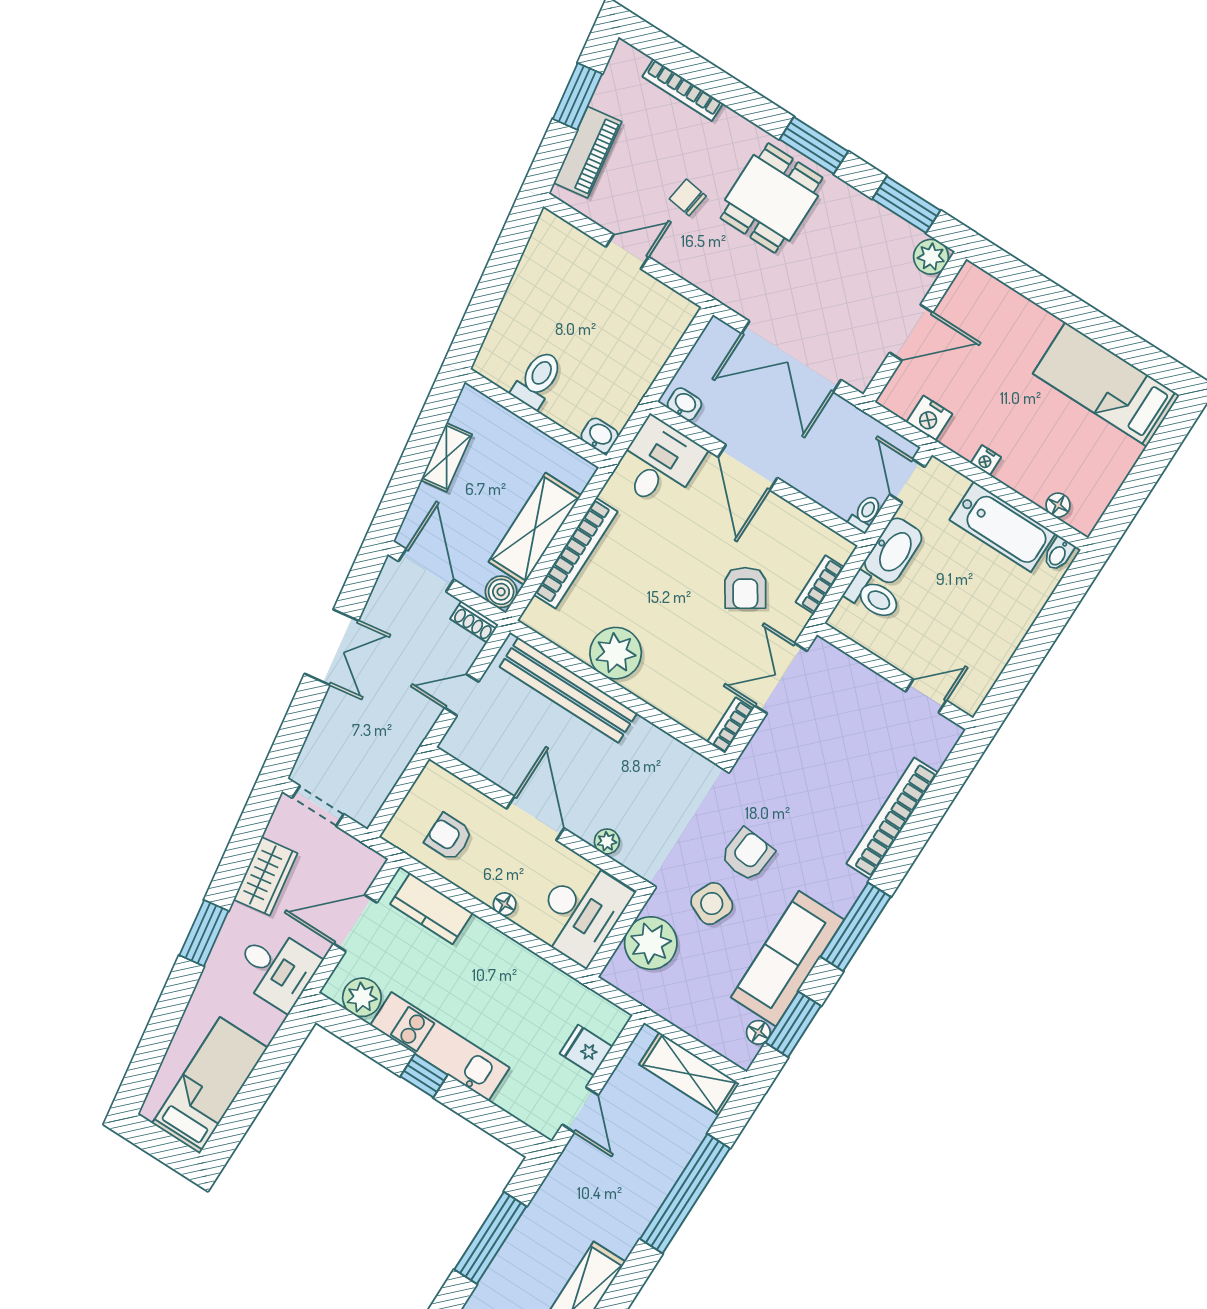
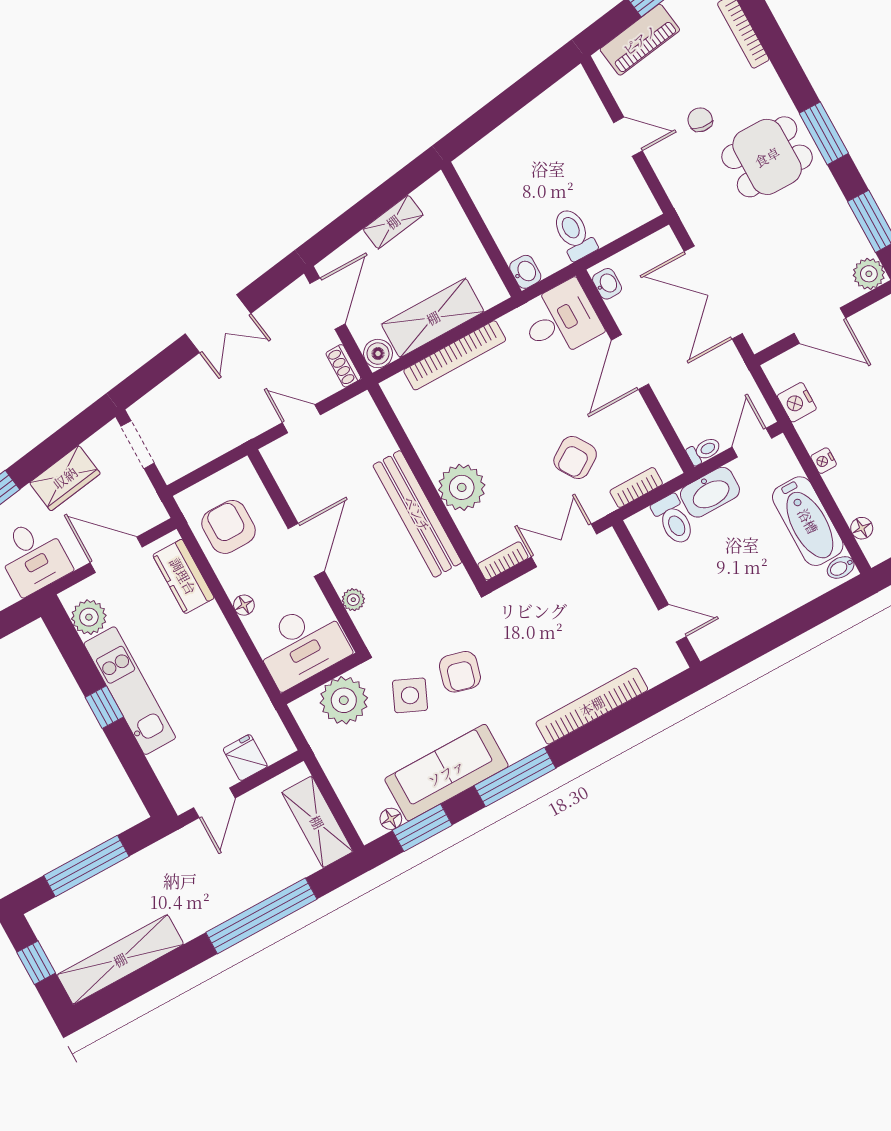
toilet: (538, 379) -> (574, 234), moved, turned -90
plant: (616, 653) -> (462, 487), moved
bench: (568, 690) -> (417, 514), moved
armchair: (449, 837) -> (229, 527), width x1.38, depth x1.38
armchair: (747, 855) -> (460, 672), turned 100

